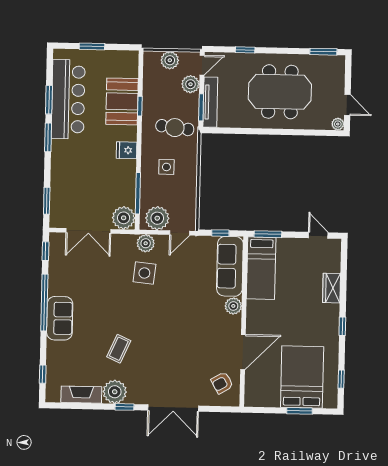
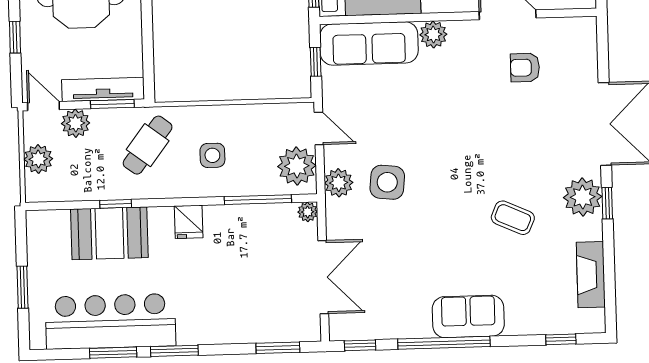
cafe table: (175, 128) -> (148, 145), turned 30
plant: (124, 218) -> (308, 212), width x0.53, depth x0.53
armchair: (222, 383) -> (525, 68), moved, turned 120
plant: (115, 392) -> (583, 197), moved

